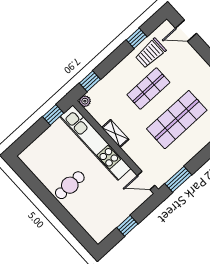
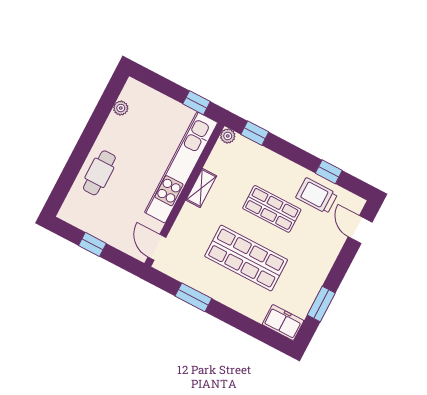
plant: (37, 170) -> (121, 108), added
window: (178, 179) -> (193, 297), moved
cafe table: (70, 185) -> (99, 173), moved, turned 90

